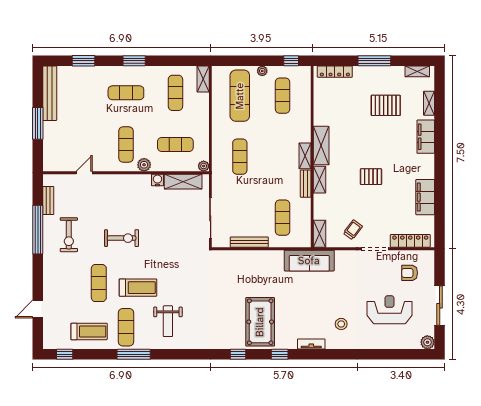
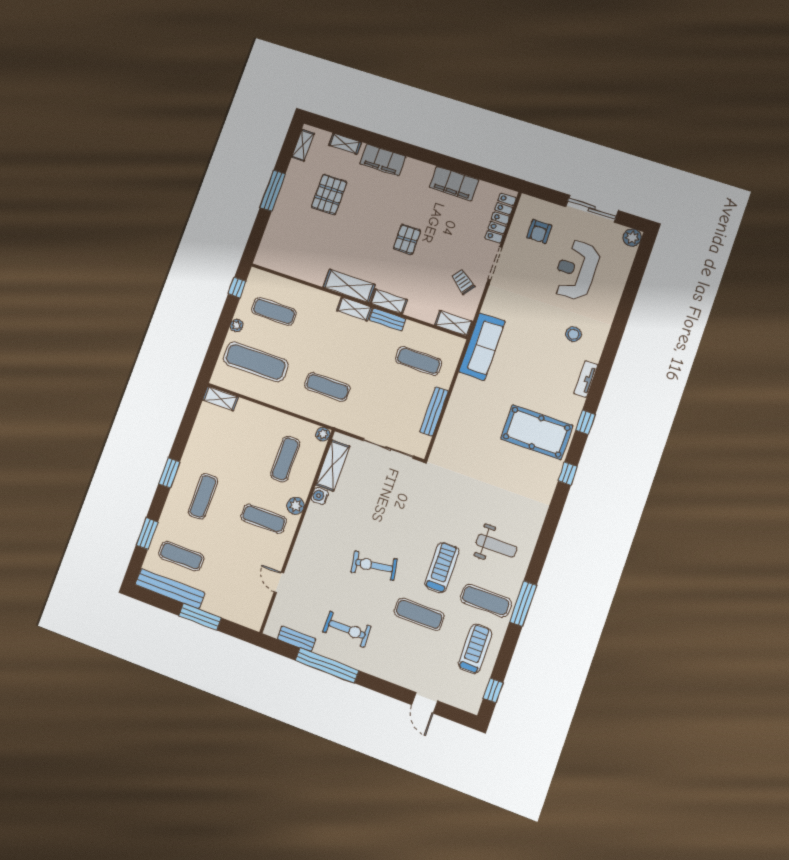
locker: (335, 72) -> (268, 241), removed
exercise mat: (175, 93) -> (181, 556), moved
exercise bike: (122, 238) -> (374, 566), turned -99

